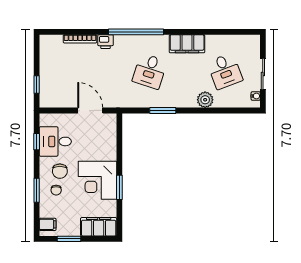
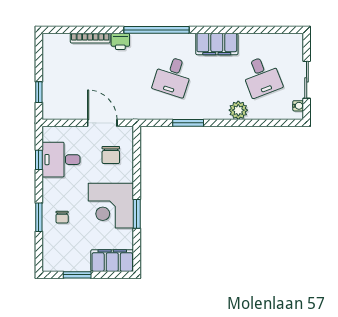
chair: (60, 171) -> (111, 155), moved
filing cabinet: (48, 224) -> (52, 258), removed

